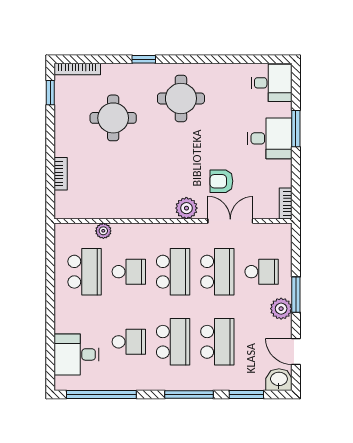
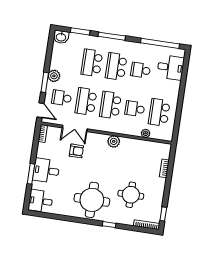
round table: (181, 98) -> (92, 200), width x1.36, depth x1.36
plant: (186, 208) -> (114, 141), moved
door: (296, 351) -> (41, 110), moved

